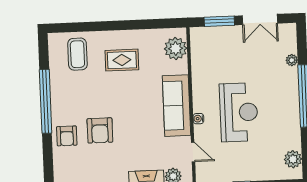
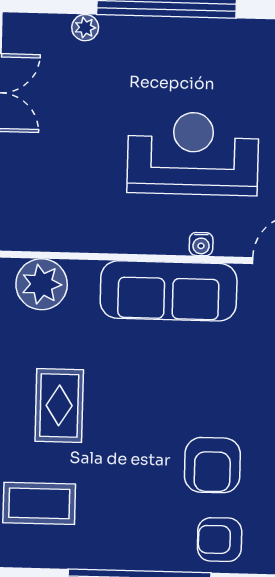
armchair: (100, 130) -> (212, 465), turned 90
armchair: (67, 136) -> (220, 540), turned 180

